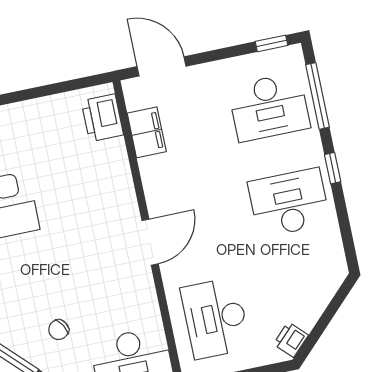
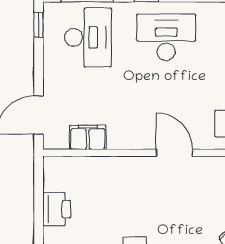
printer: (102, 118) -> (57, 209), moved, turned -90
desk: (289, 203) -> (166, 37), turned 90

